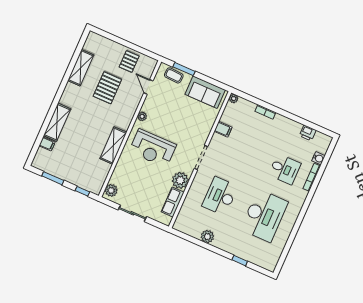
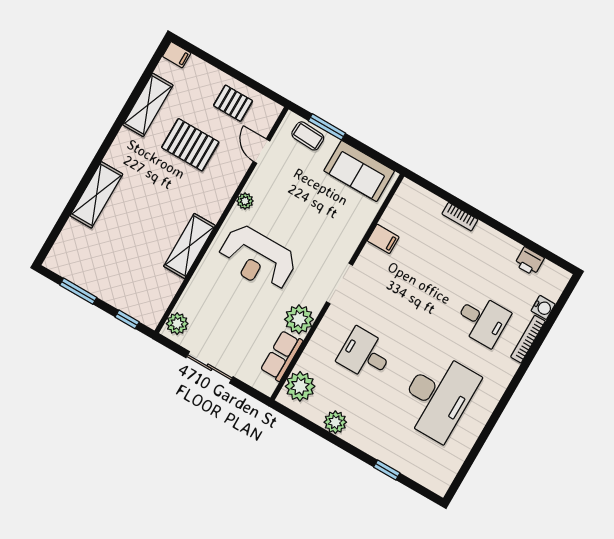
pallet: (129, 62) -> (233, 103), turned 90
pallet: (107, 88) -> (190, 145), turned 90
plant: (234, 99) -> (300, 386), moved, width x1.88, depth x1.88
filing cabinet: (47, 144) -> (177, 55), moved
desk: (220, 196) -> (365, 354), width x0.73

